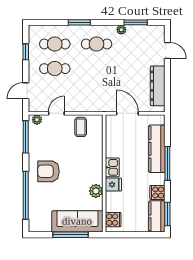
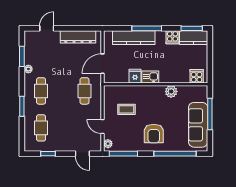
cafe table: (55, 69) -> (85, 91), moved
coffee table: (81, 127) -> (126, 109), moved
fridge: (113, 185) -> (135, 76), moved
sofa: (77, 221) -> (198, 125), moved

